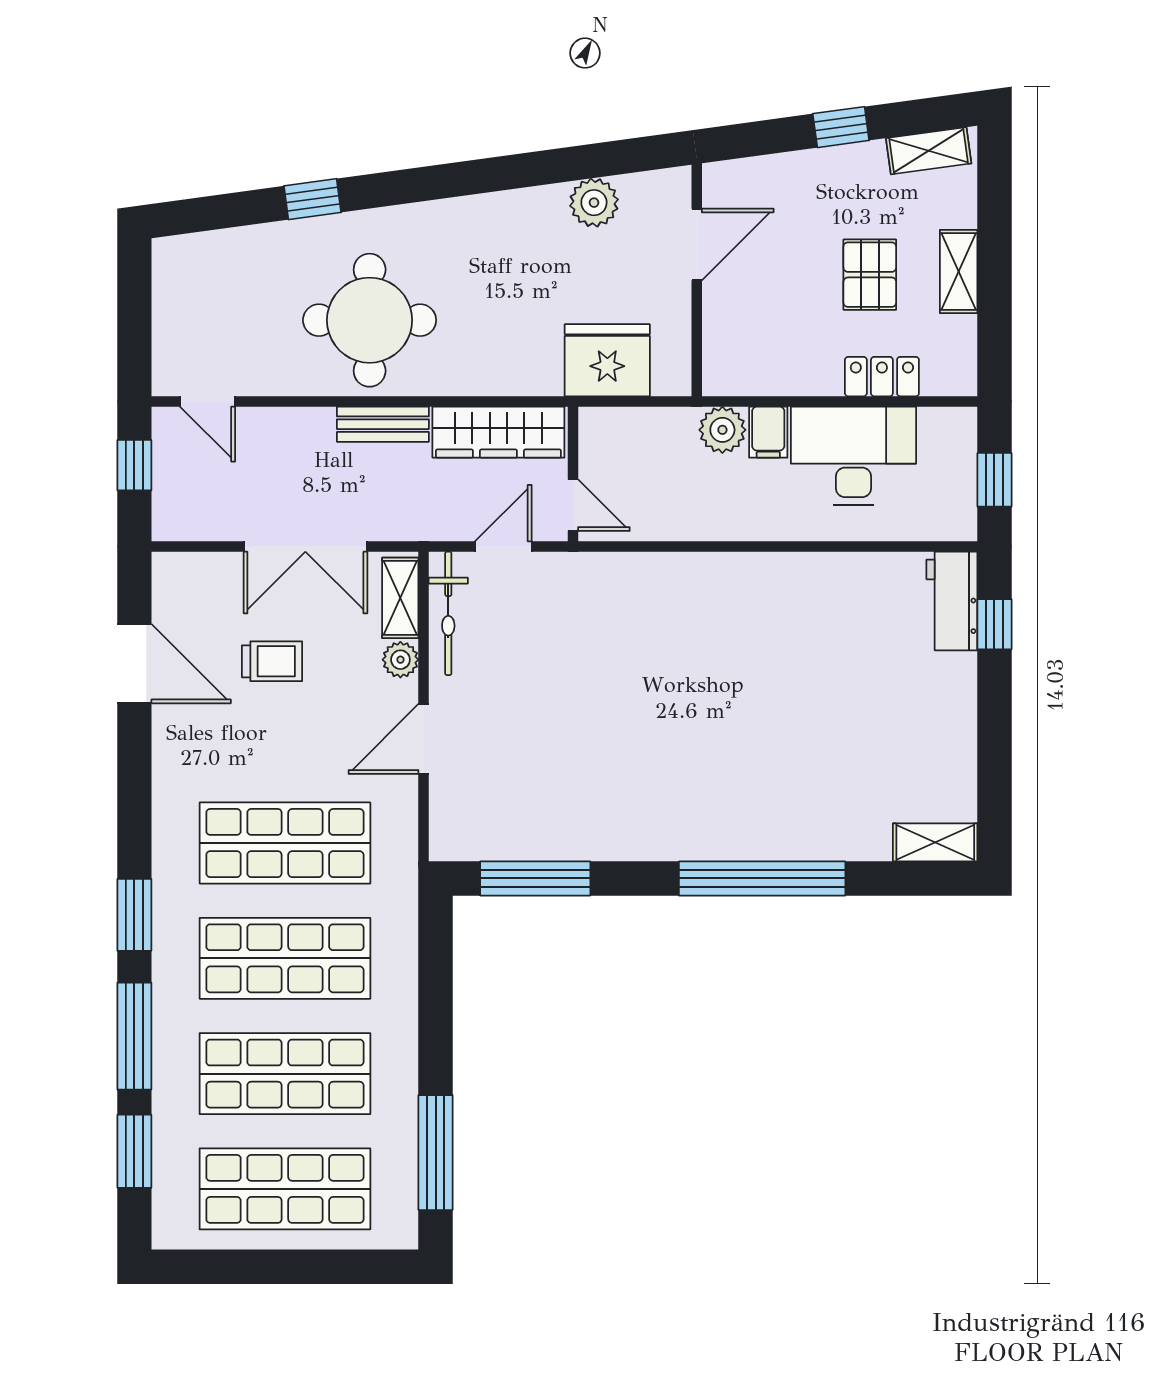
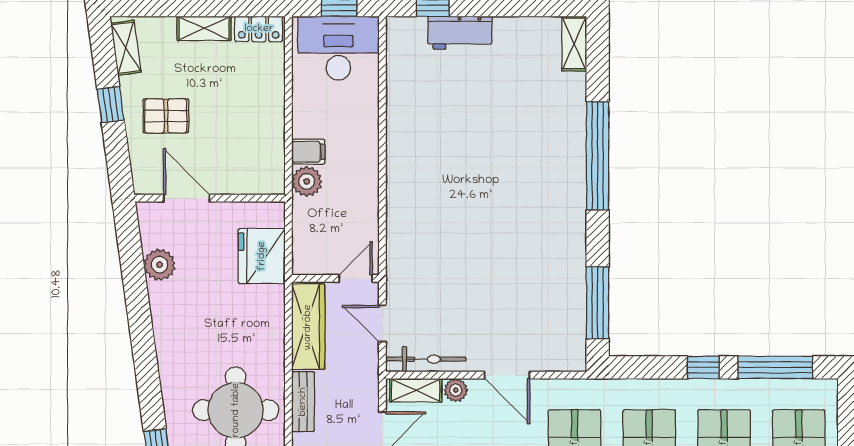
pallet: (870, 275) -> (166, 116), moved
locker: (882, 377) -> (259, 29), moved, turned -90
desk: (853, 456) -> (338, 48), moved, turned 90
workbench: (952, 601) -> (460, 33), moved
window: (436, 1041) -> (703, 367), added

